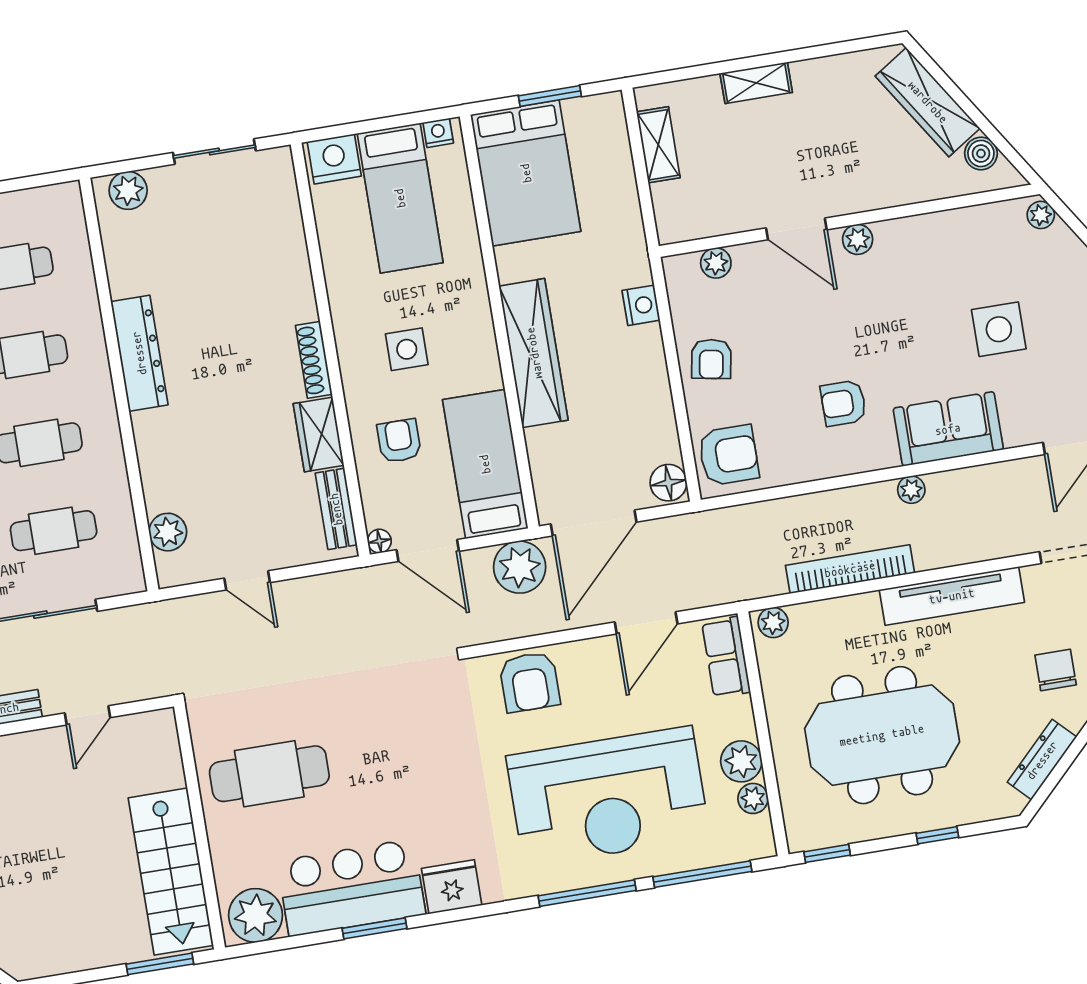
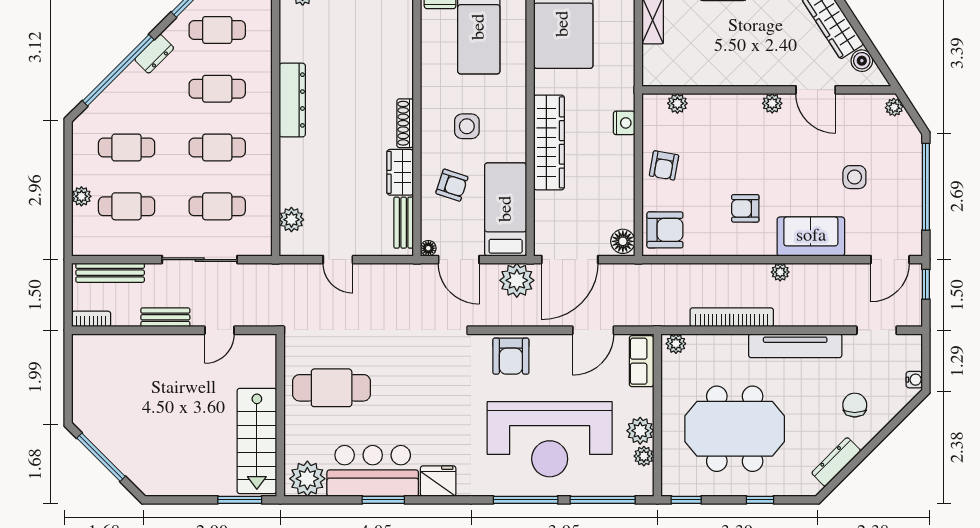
door: (796, 229) -> (816, 90), moved
side table: (999, 329) -> (854, 177), width x0.73, depth x0.73
armchair: (399, 441) -> (452, 185), turned 108

